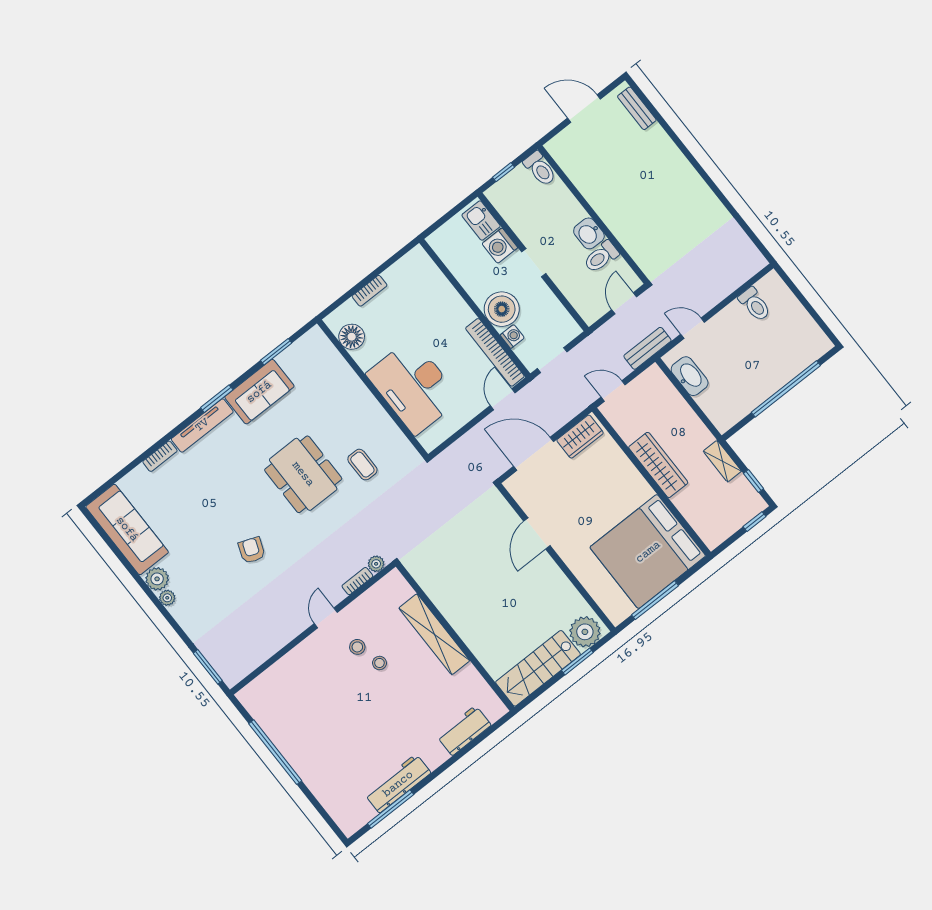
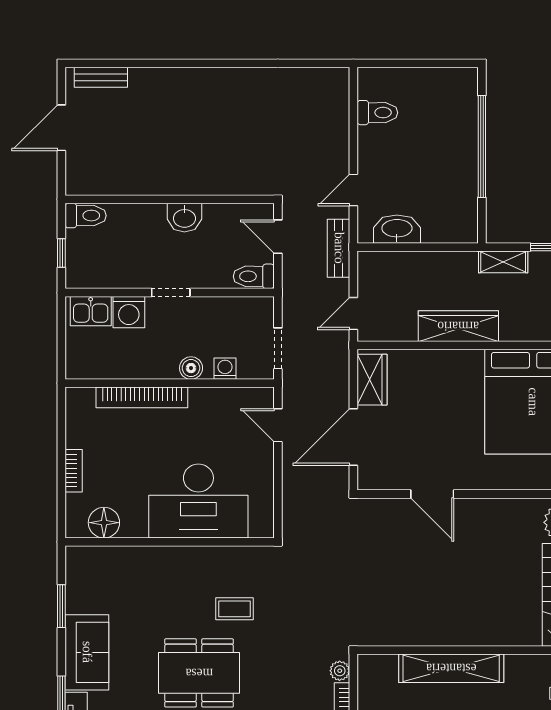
toilet: (601, 257) -> (254, 276), moved, turned 90
boiler: (502, 309) -> (191, 368), width x0.54, depth x0.54
bookcase: (495, 352) -> (142, 397), moved

